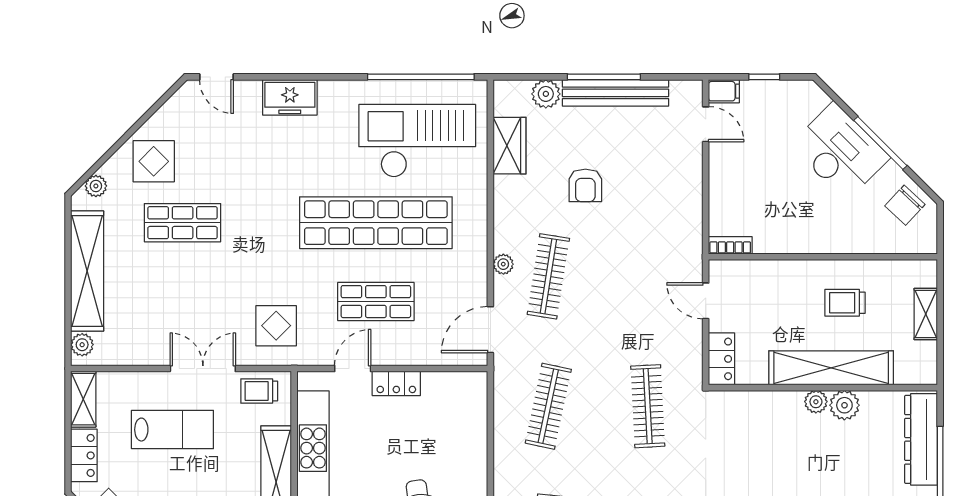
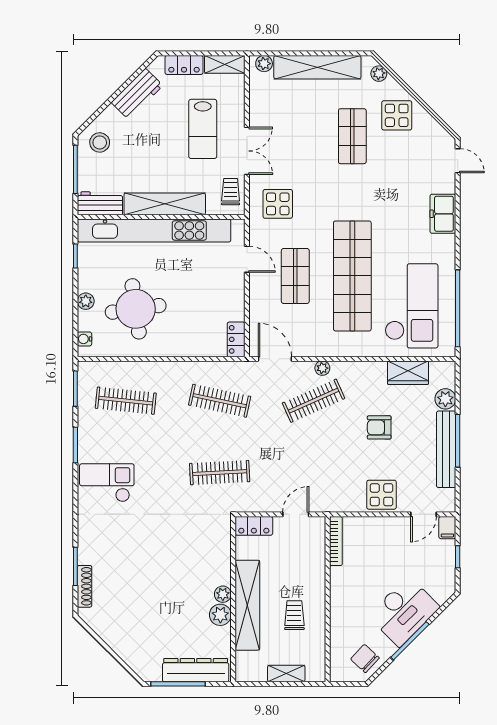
door: (216, 77) -> (458, 161), swing flipped
display table: (678, 182) -> (381, 495), added
bookcase: (730, 245) -> (336, 541), width x1.56
clothes rail: (548, 276) -> (314, 401), turned -33
locker: (396, 383) -> (236, 339), moved

